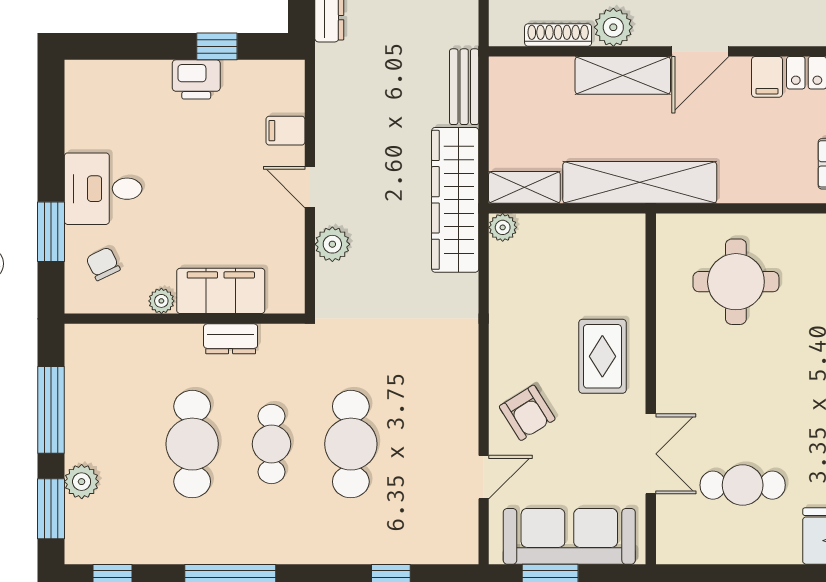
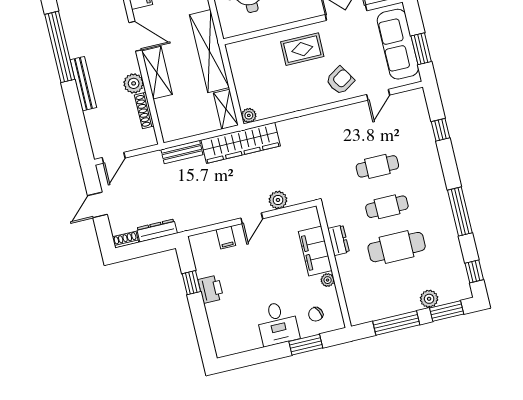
cafe table: (351, 444) -> (377, 166), width x0.73, depth x0.74
door: (484, 477) -> (378, 95), swing flipped

